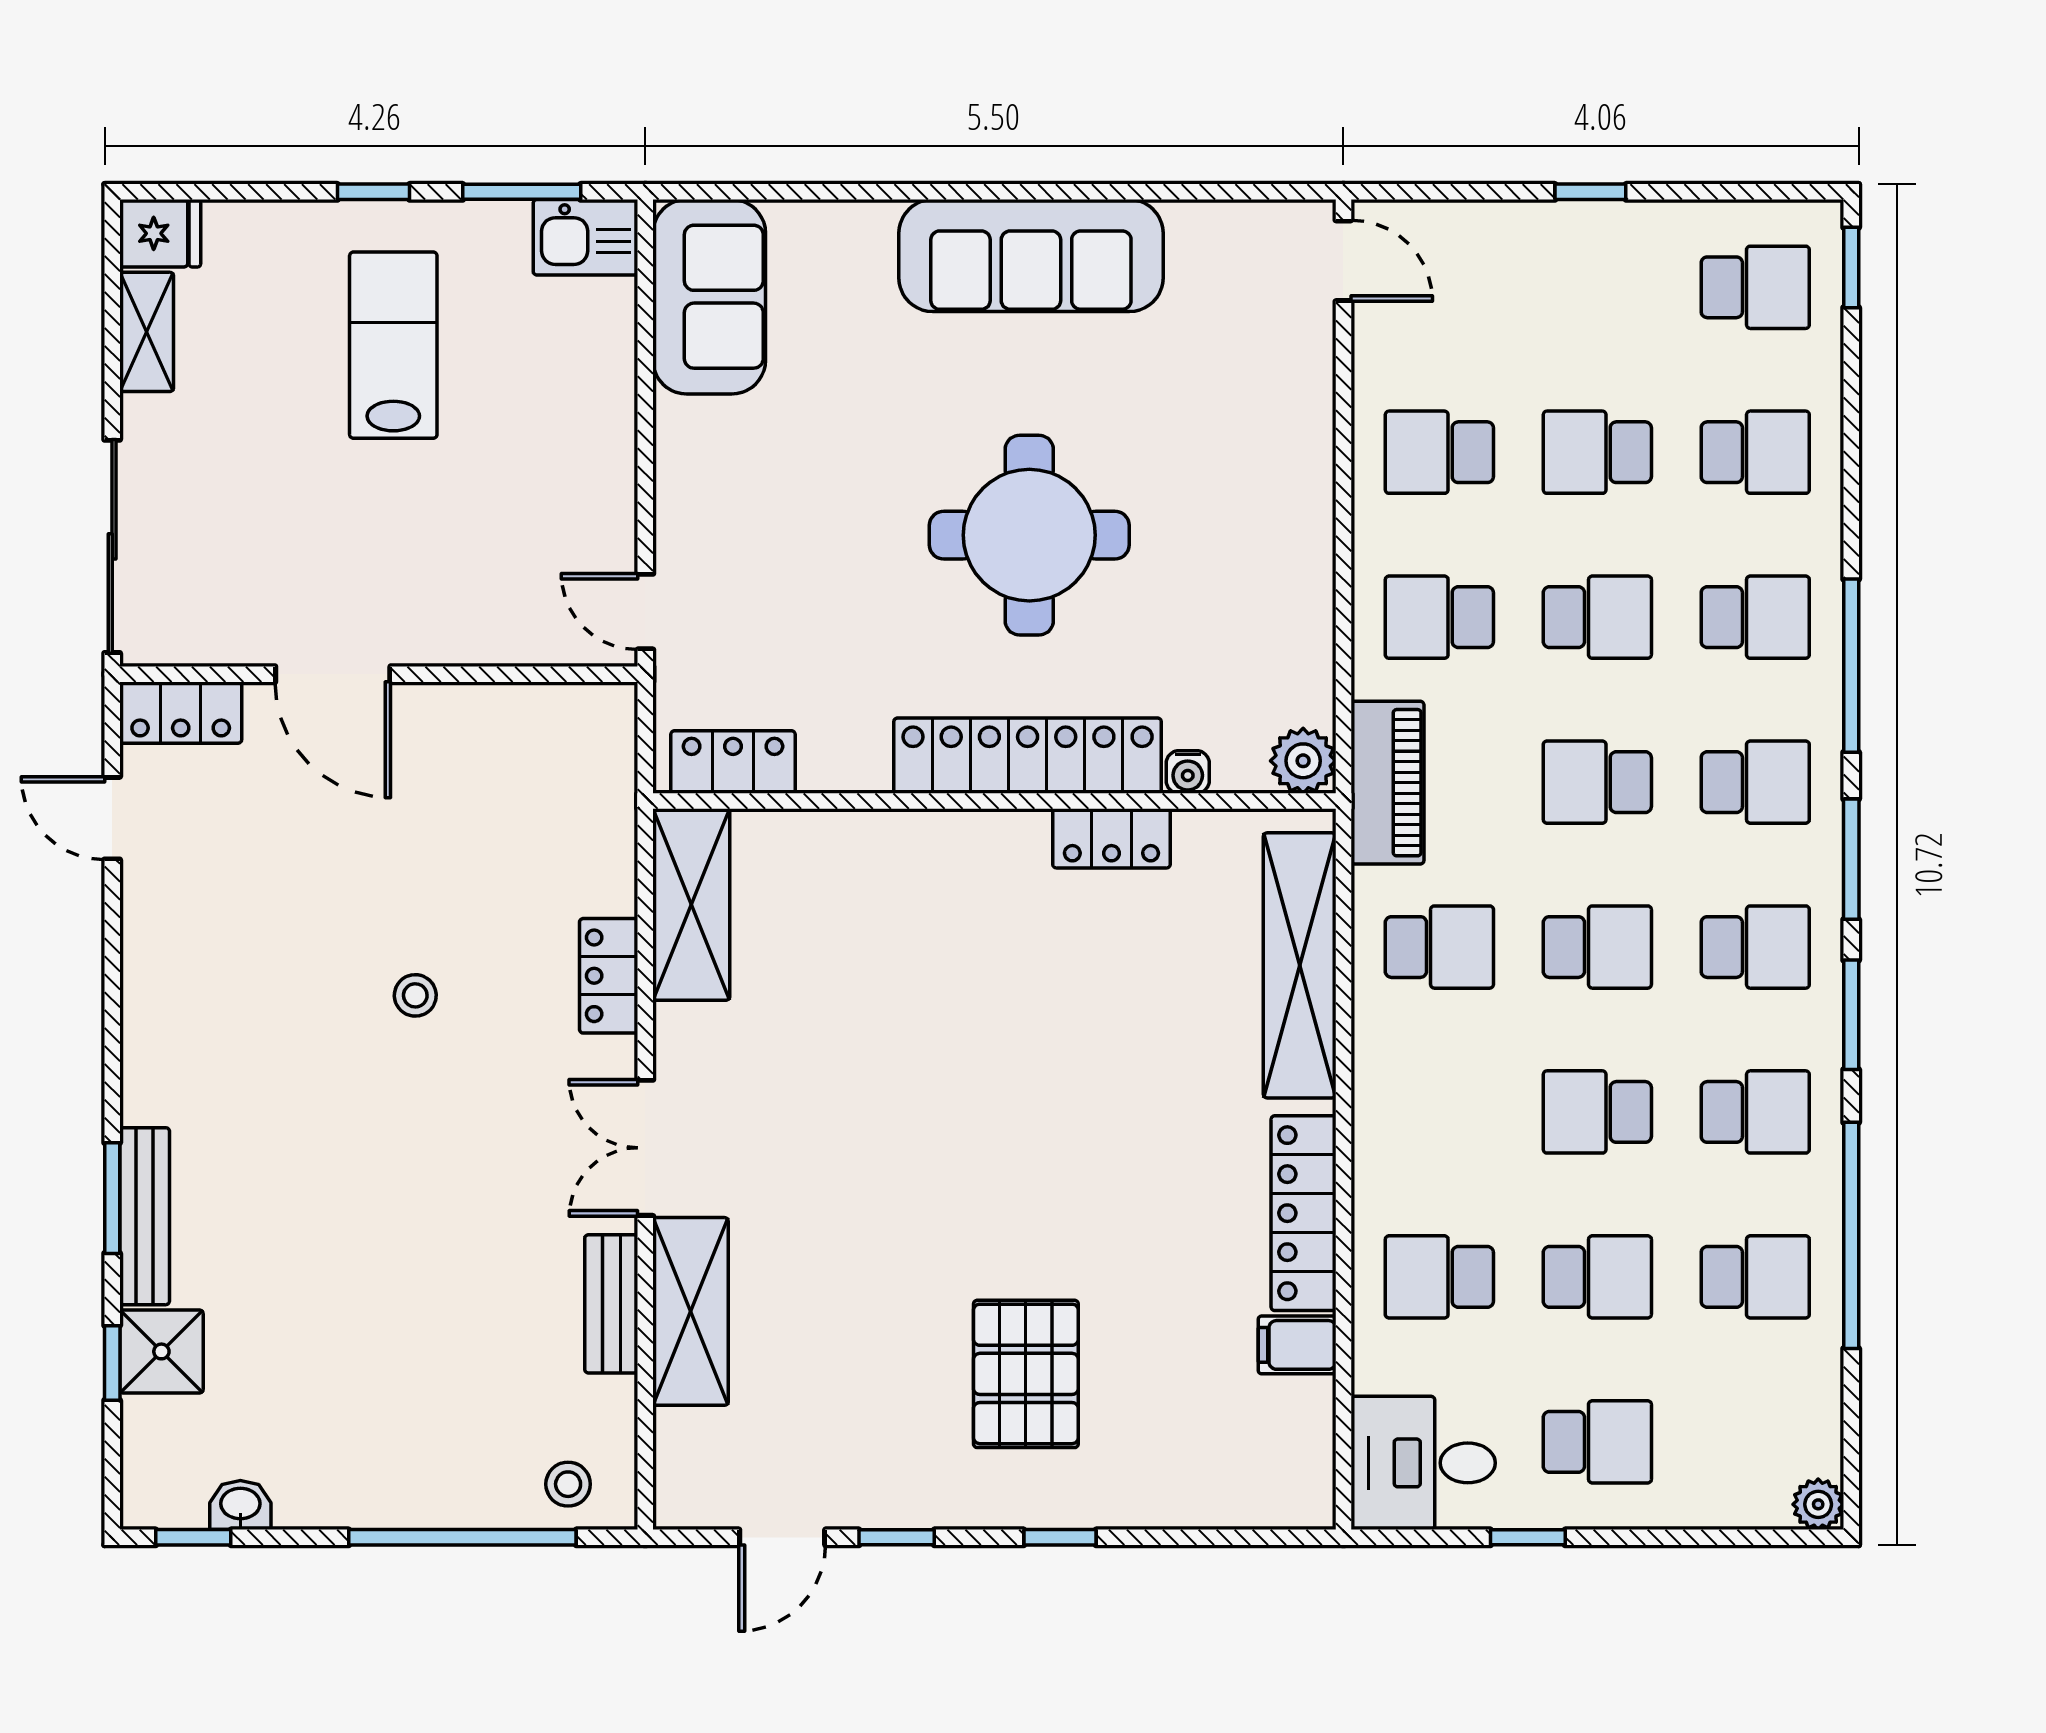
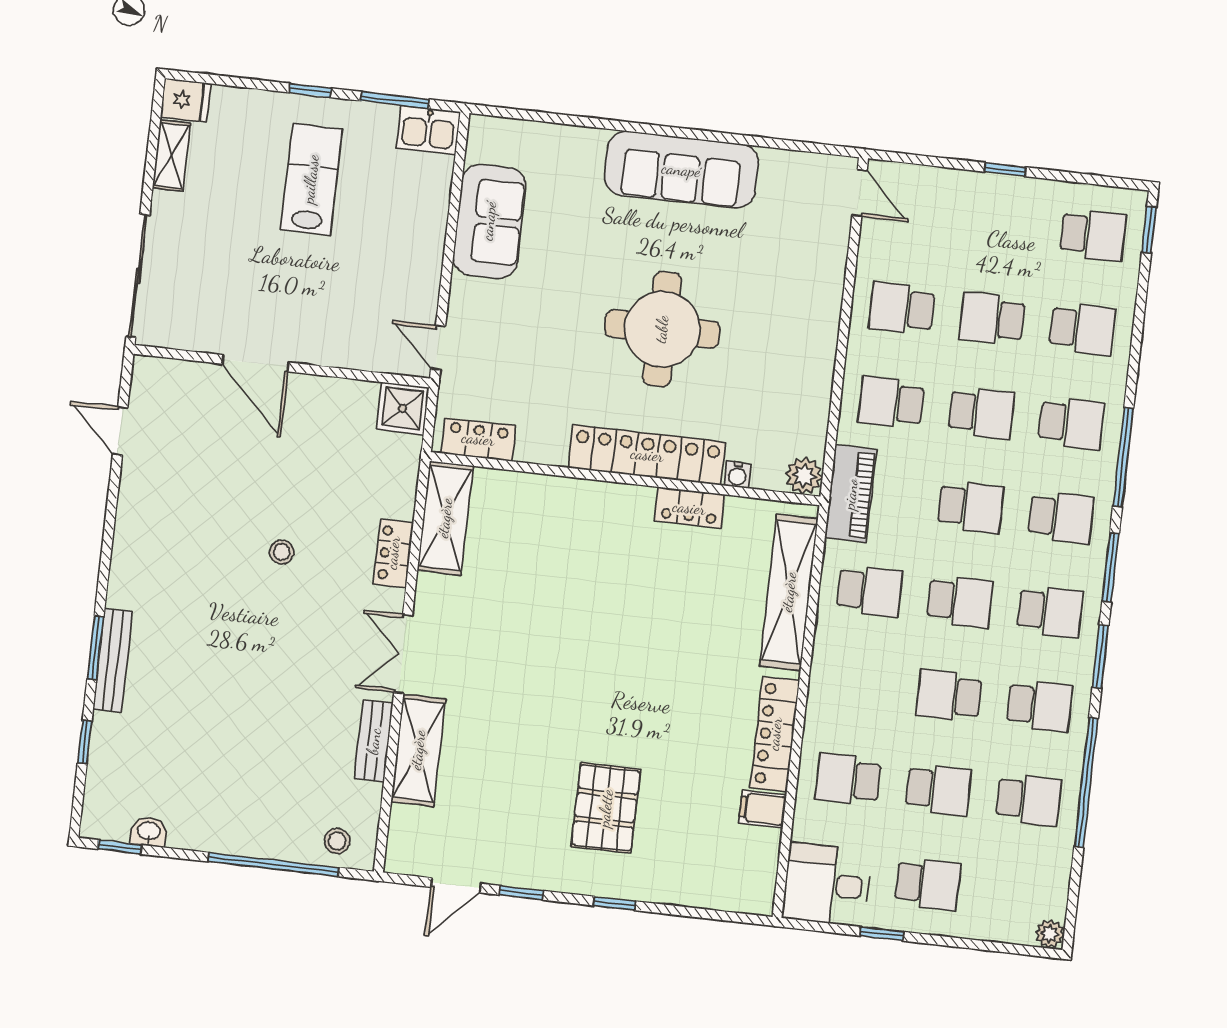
sofa: (709, 297) -> (489, 221), moved
locker: (181, 713) -> (166, 375), removed
school desk: (1597, 782) -> (971, 507), turned 180
shower: (161, 1351) -> (403, 408), moved

